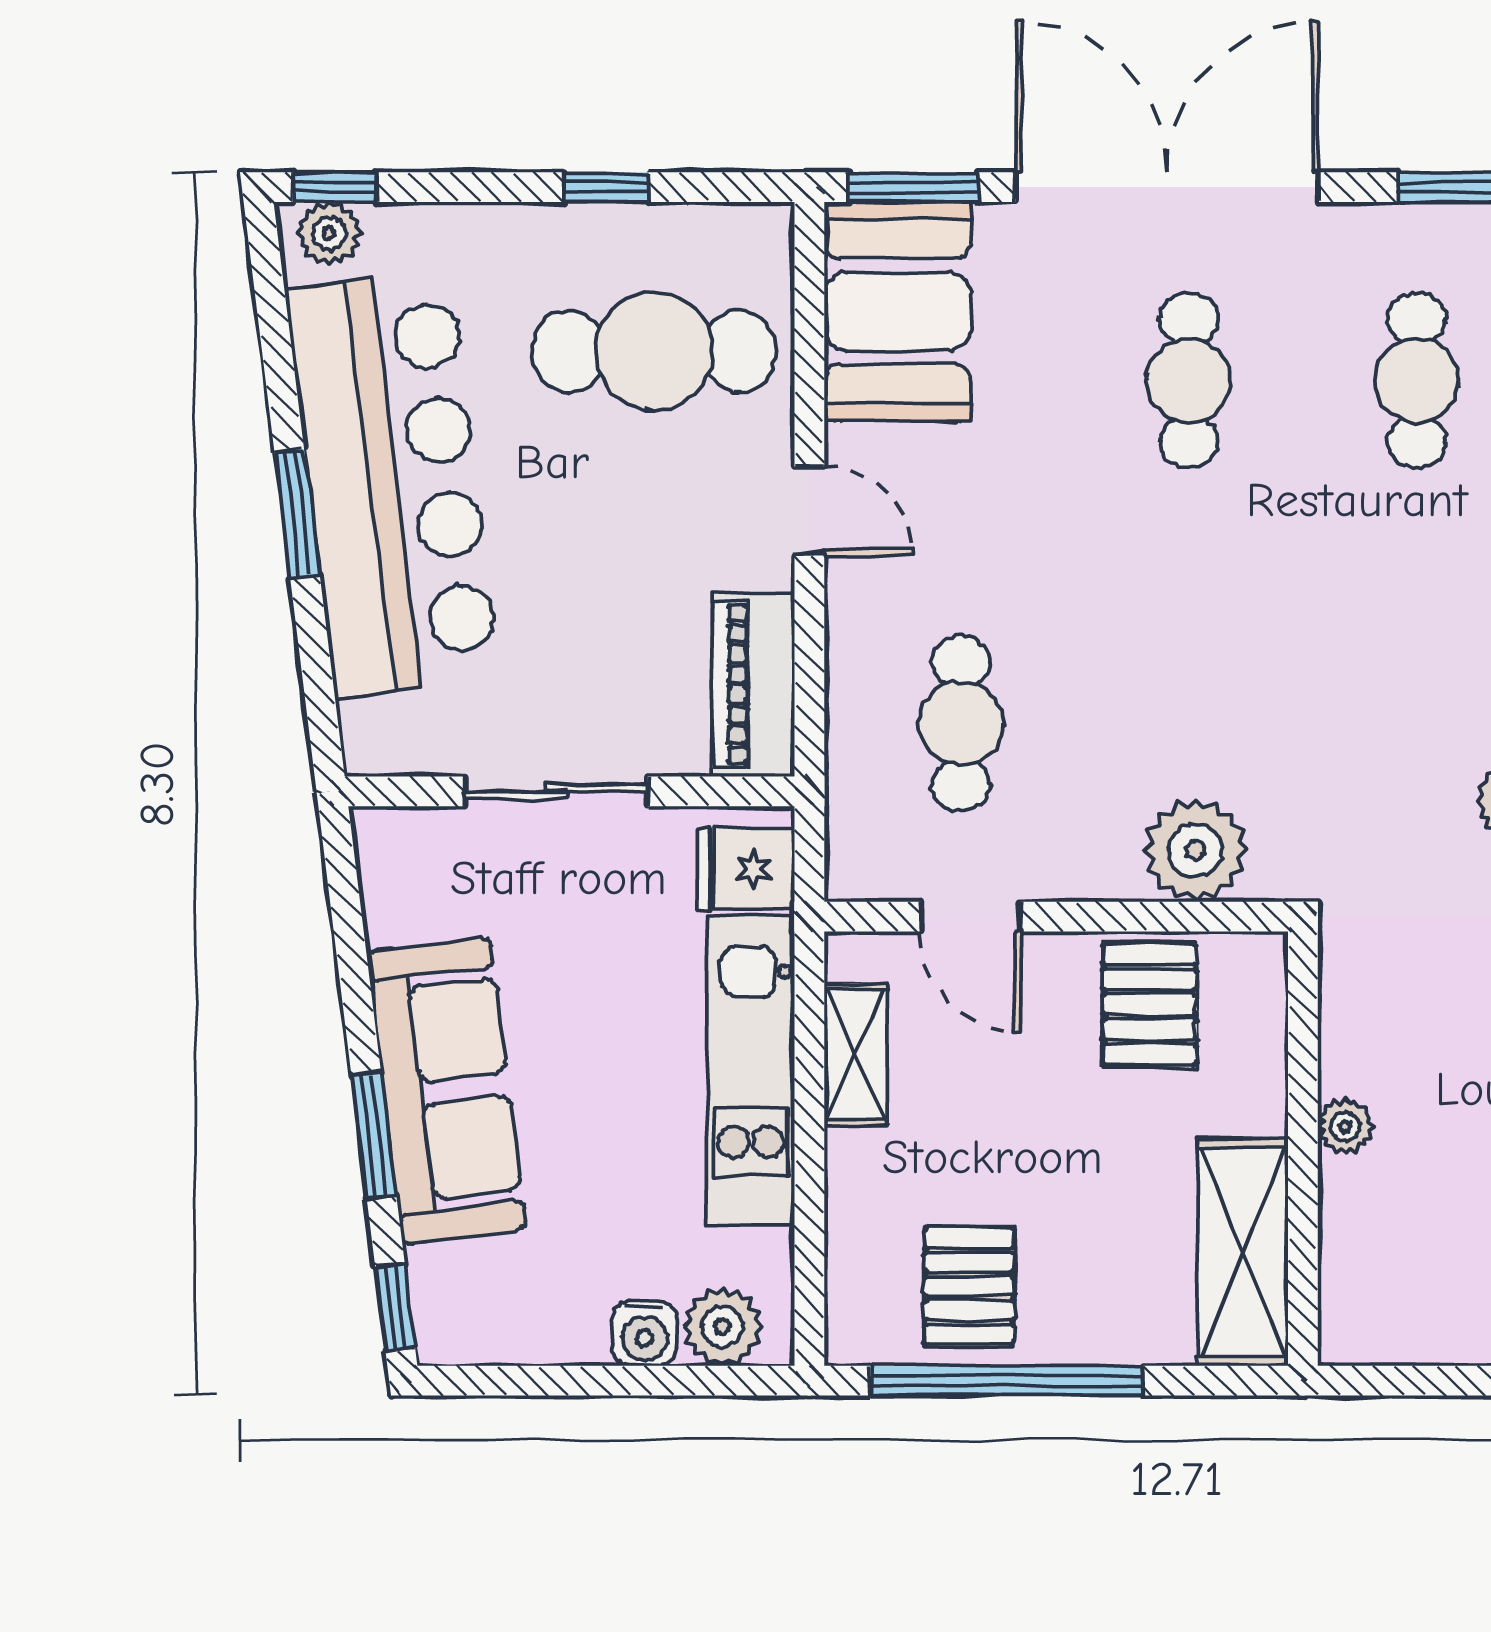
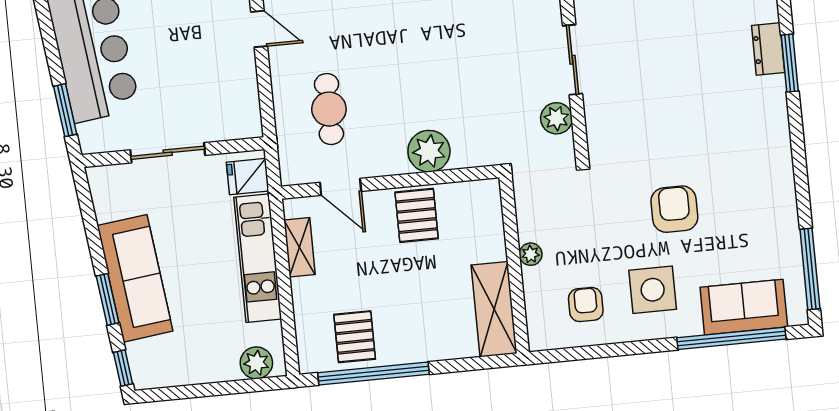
window: (297, 514) -> (65, 110), moved
piano: (753, 684) -> (243, 102), removed
plant: (1345, 1127) -> (531, 254), moved
wall: (1303, 1149) -> (514, 265), moved
shelving: (1243, 1252) -> (494, 309), moved
water cooler: (645, 1333) -> (225, 369), removed

